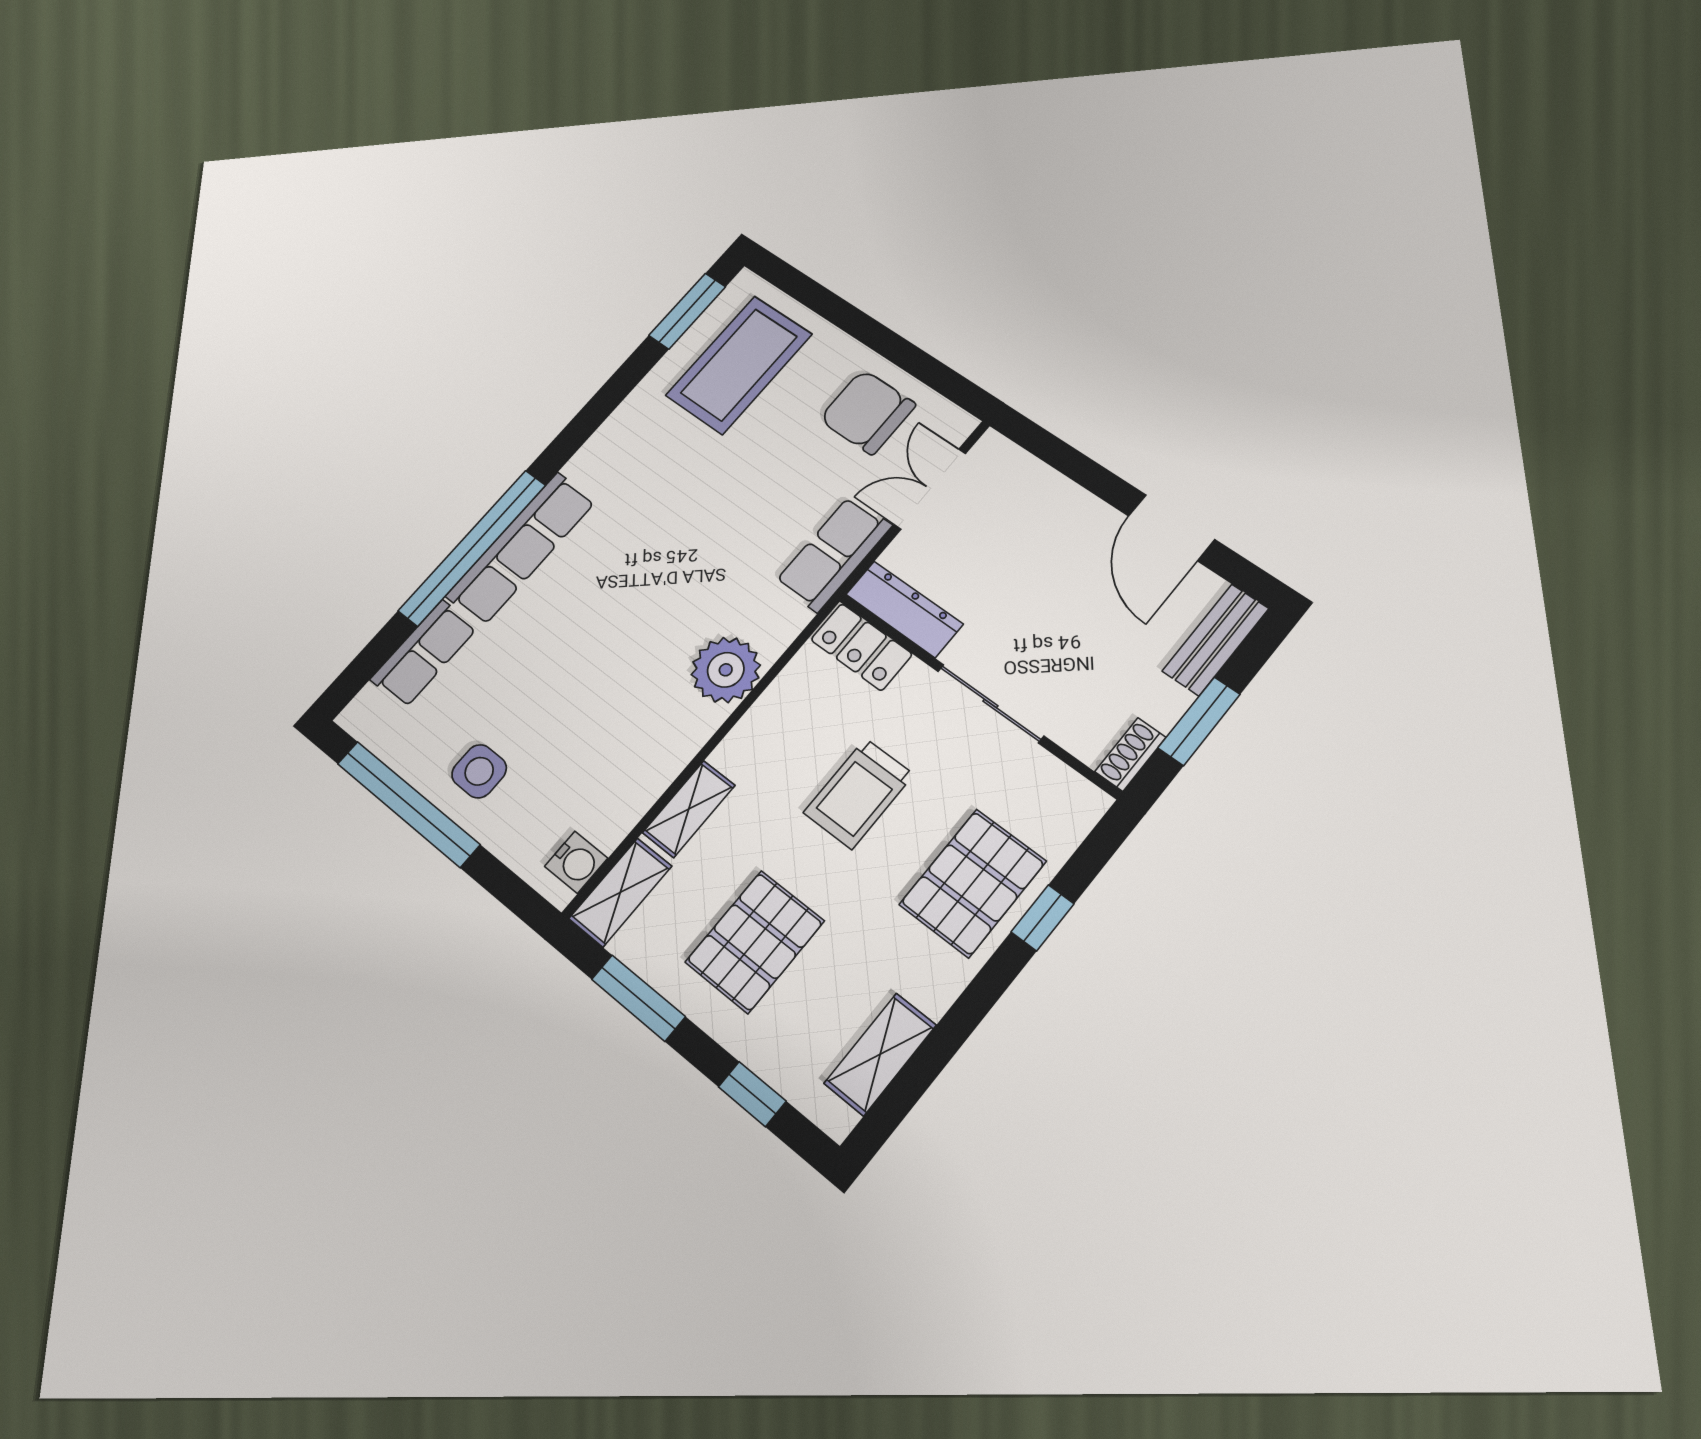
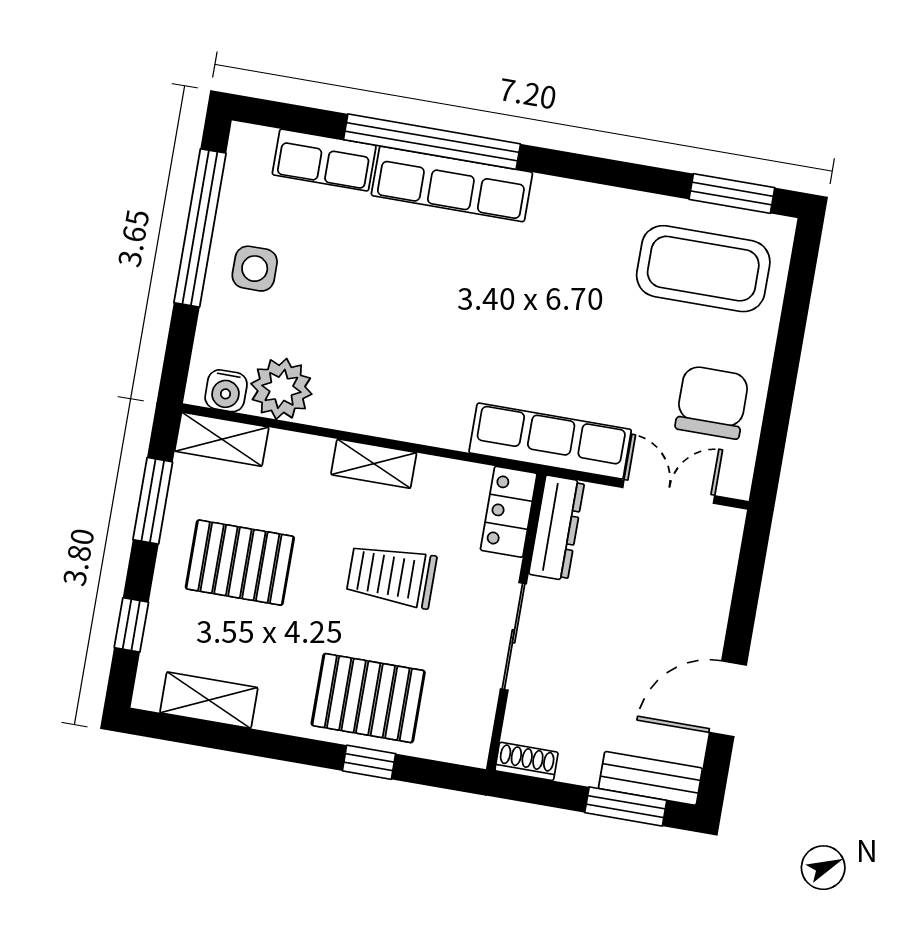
row of seats: (834, 554) -> (550, 441), width x1.48
plant: (726, 670) -> (281, 389), moved
window: (1199, 721) -> (626, 807), moved
shelving: (689, 809) -> (374, 464), moved

